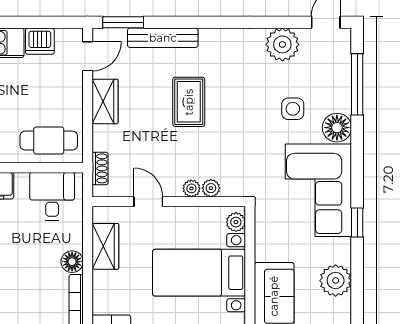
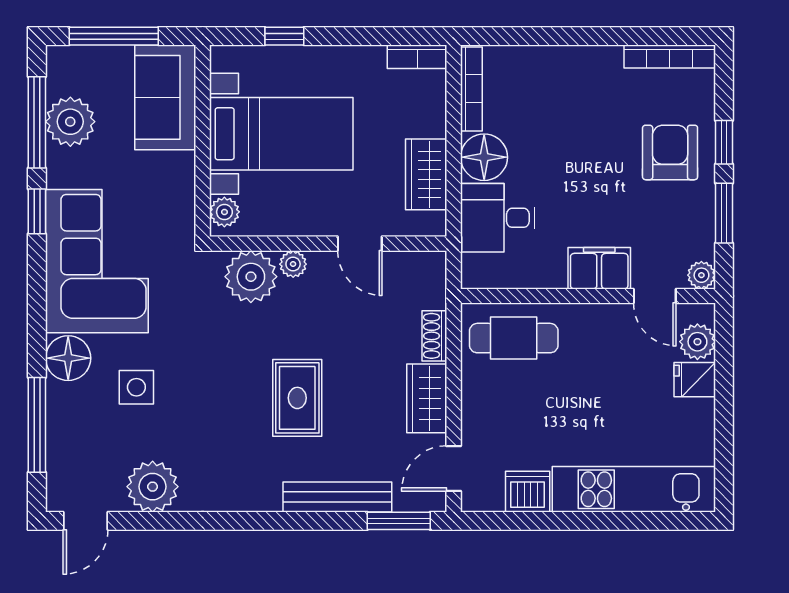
shoe rack: (100, 168) -> (434, 336), moved
plant: (211, 188) -> (251, 277), width x1.88, depth x1.88
desk: (52, 196) -> (498, 218), moved, turned 90
floor lamp: (72, 262) -> (484, 157), width x1.38, depth x1.38
window: (357, 280) -> (37, 122), added

